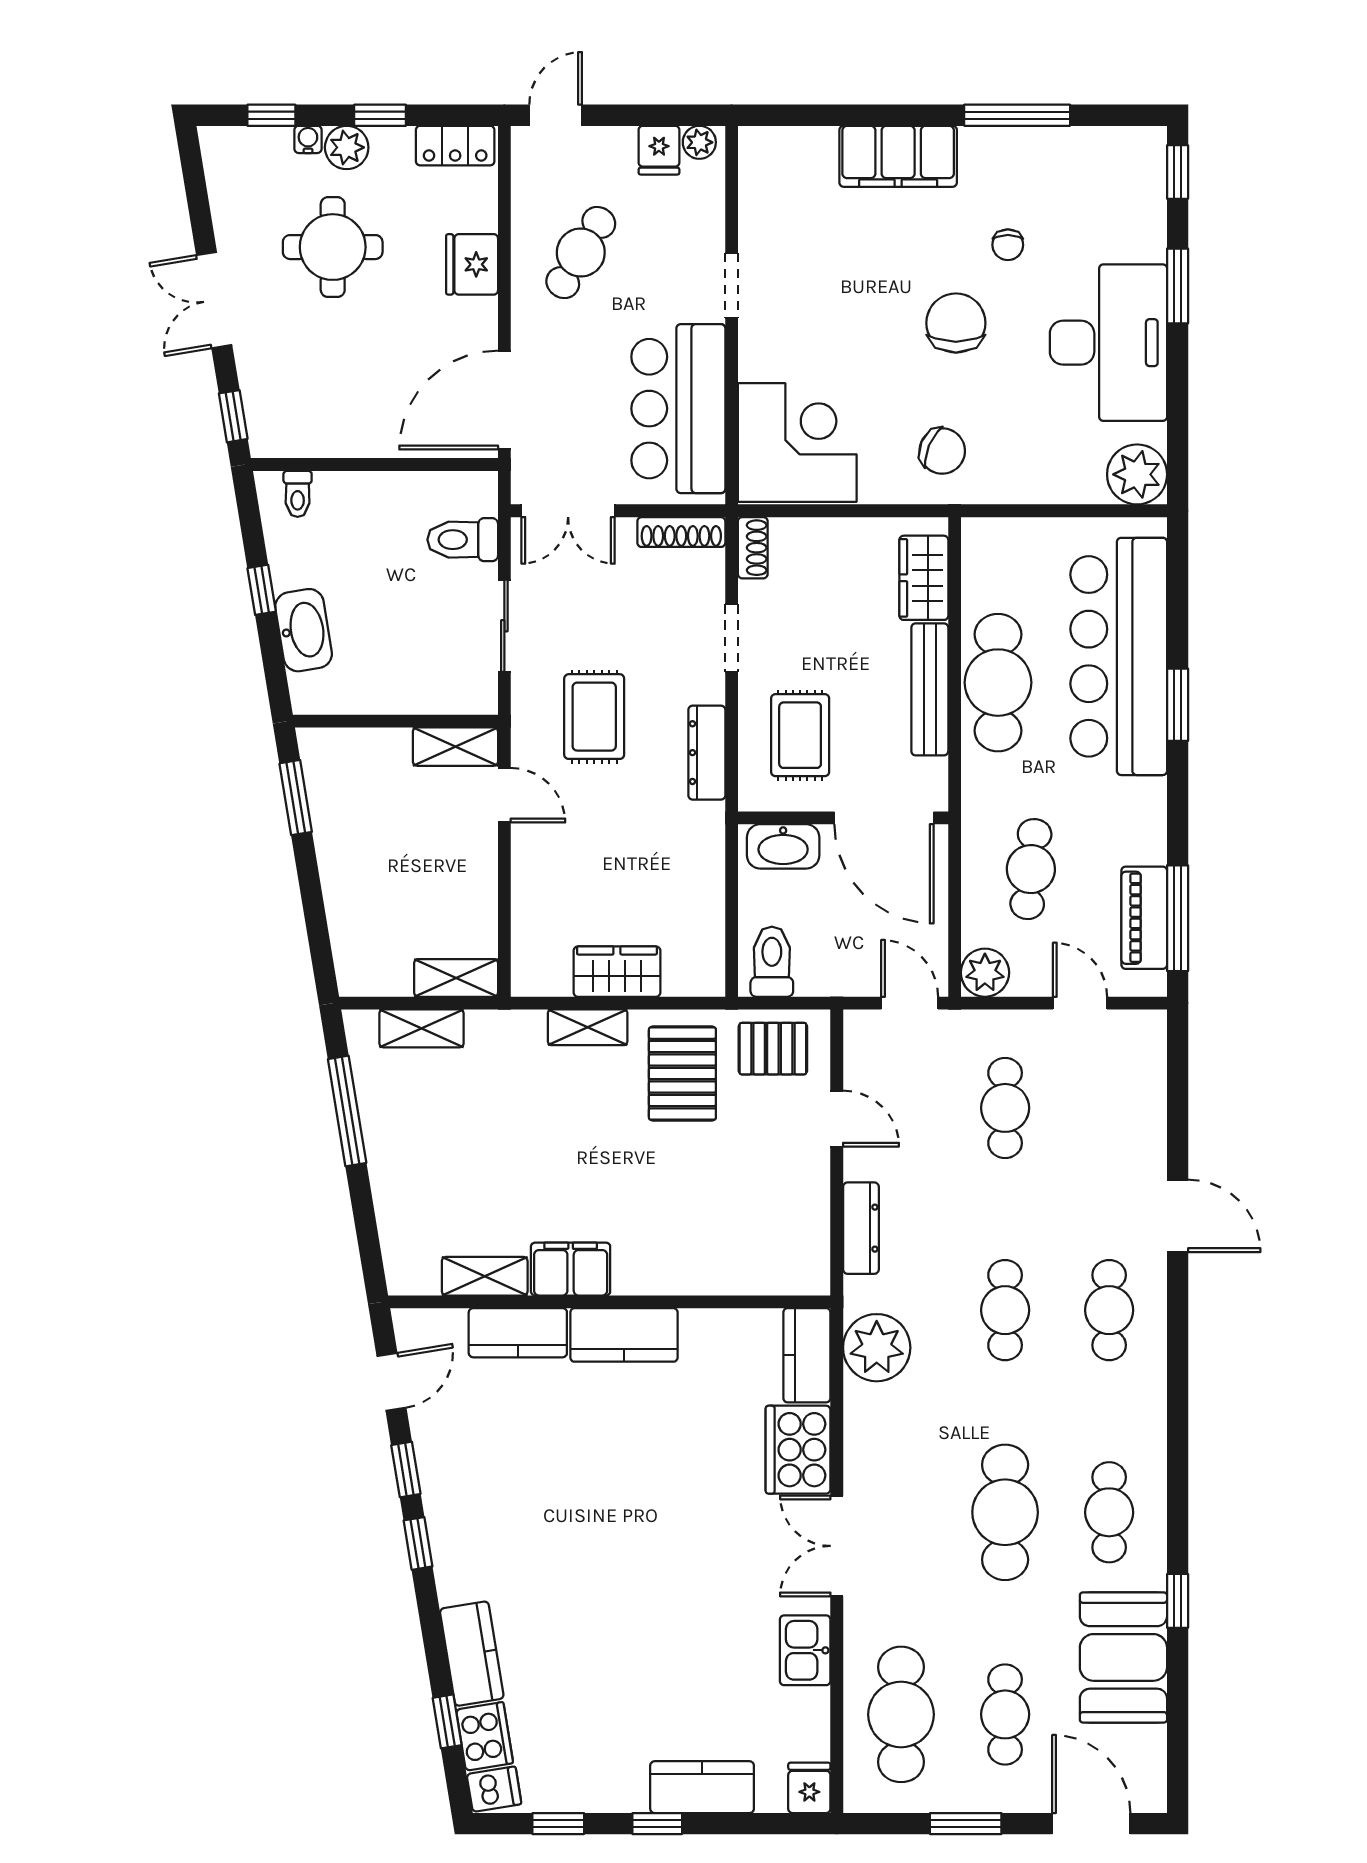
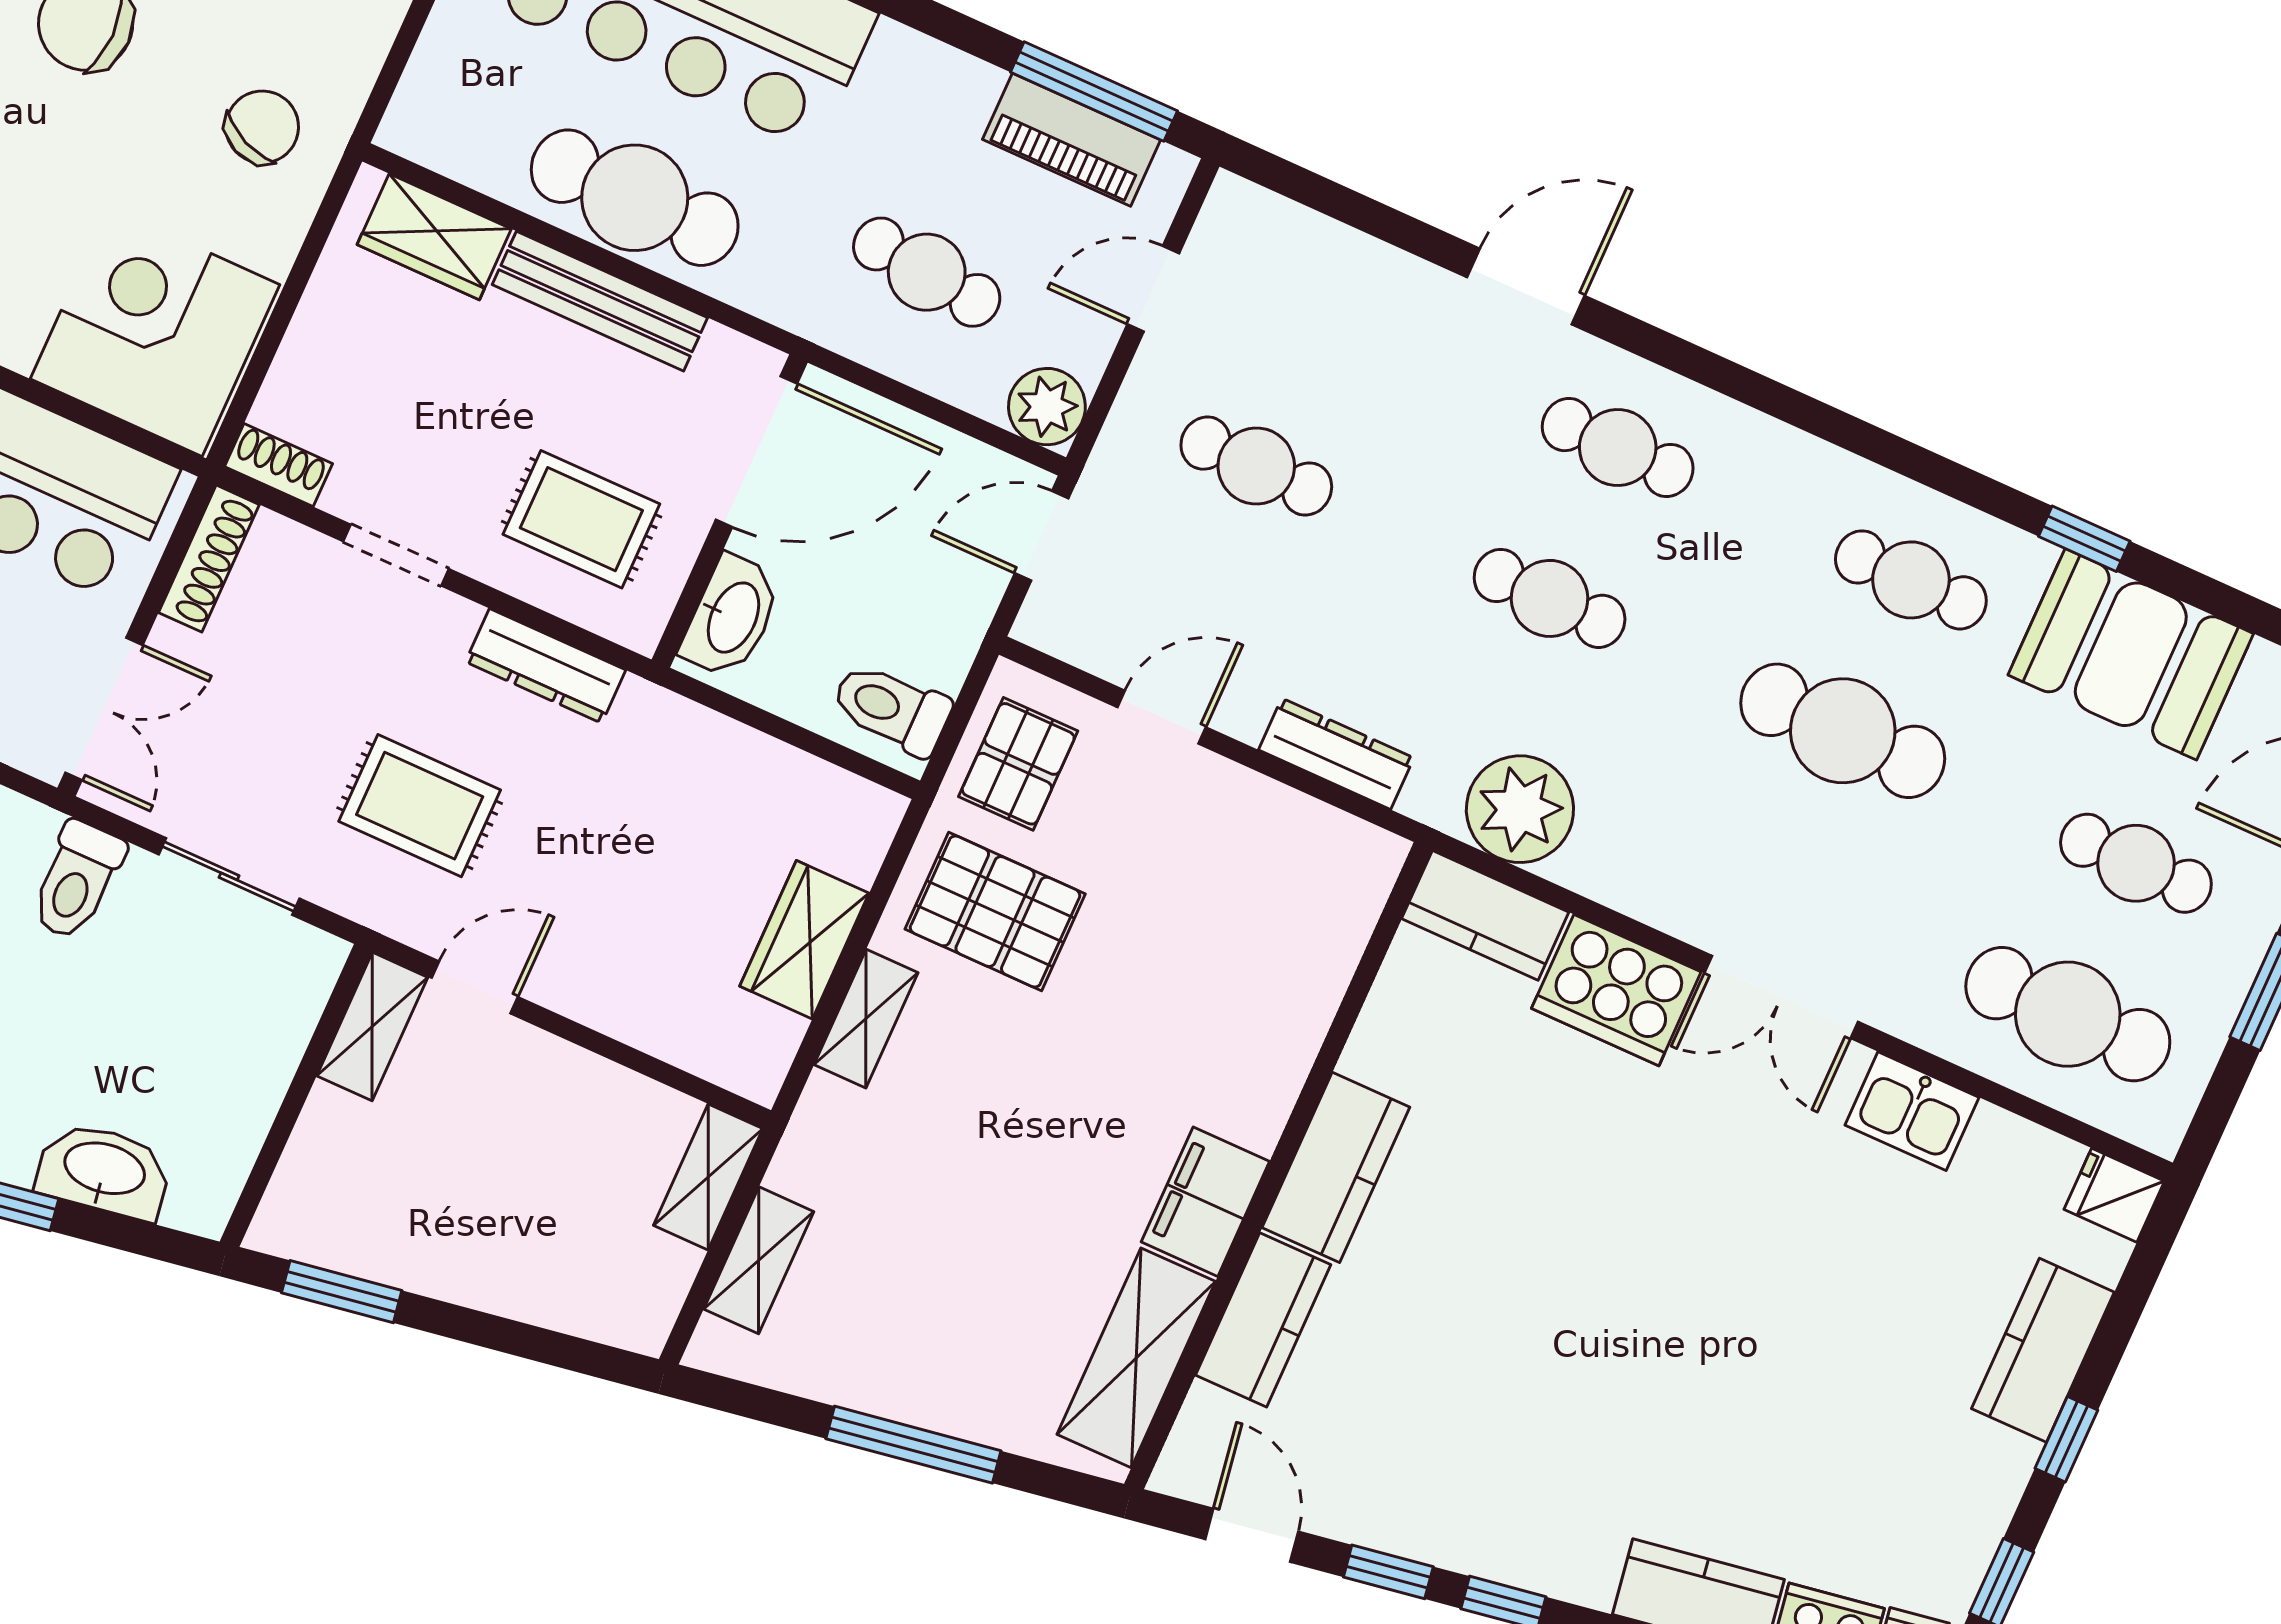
window: (347, 1111) -> (913, 1445), moved
shelving: (485, 1276) -> (1136, 1358), width x1.50, depth x1.33

